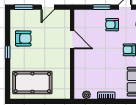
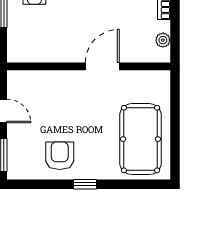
door: (72, 40) -> (102, 66), moved

